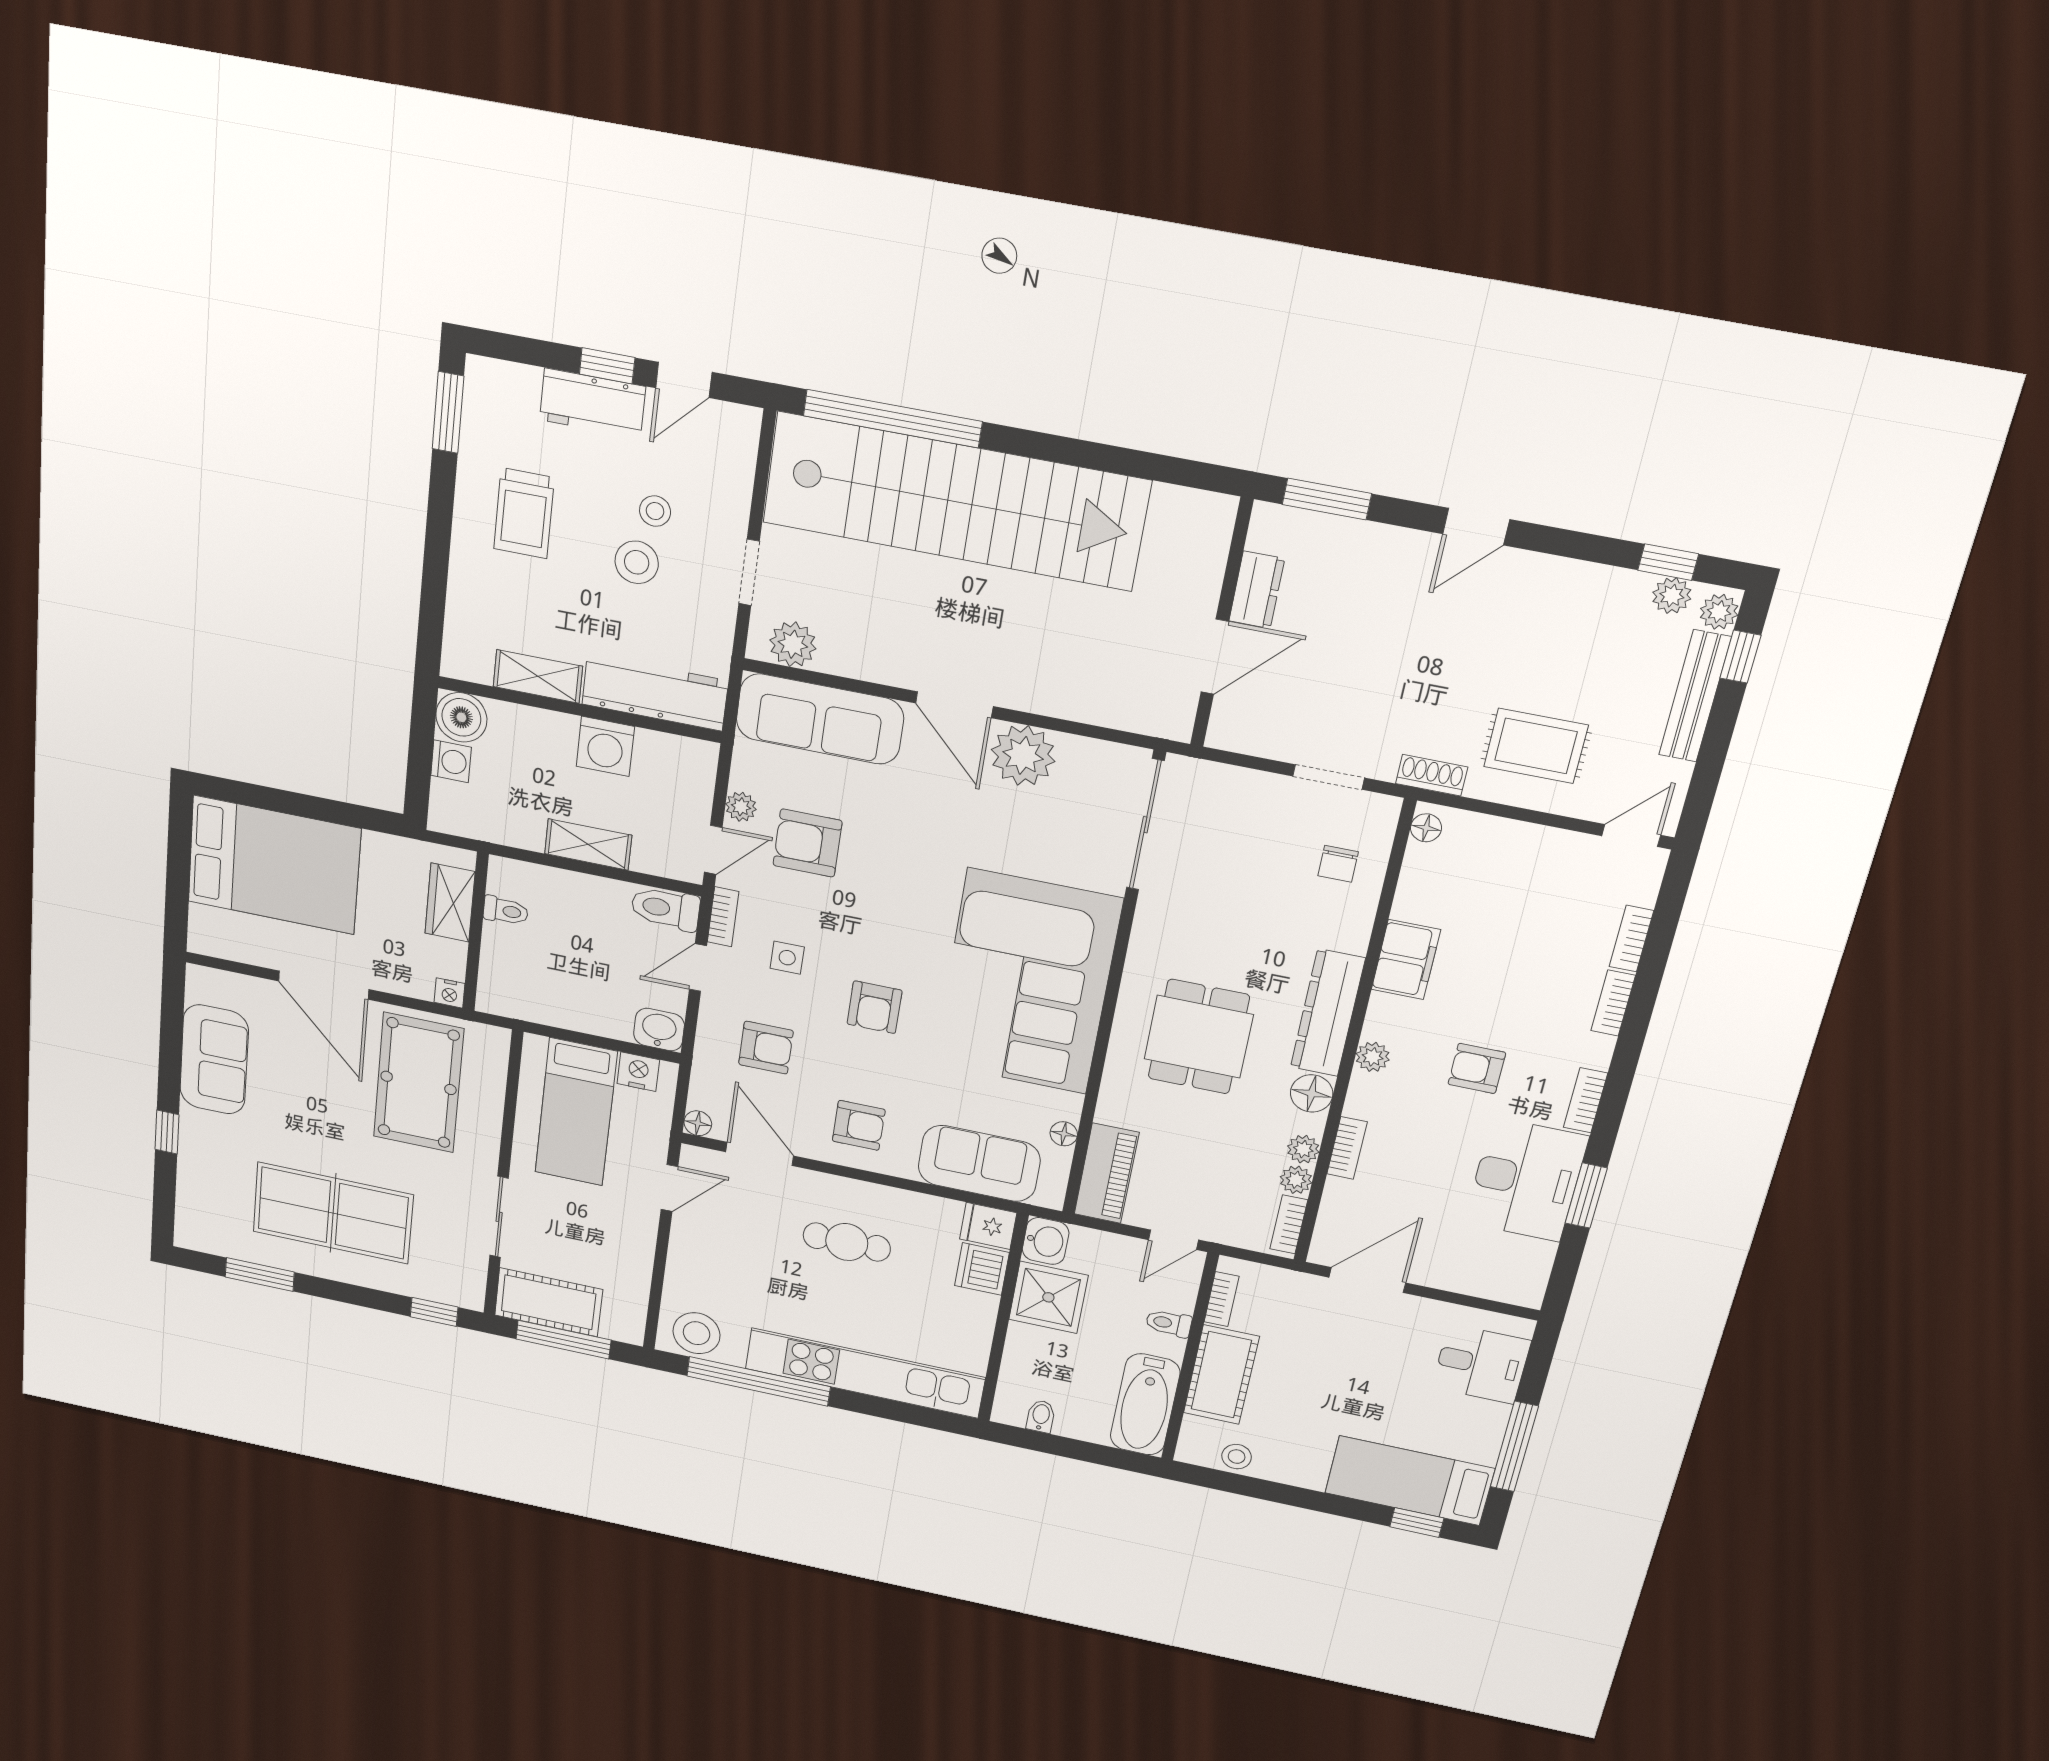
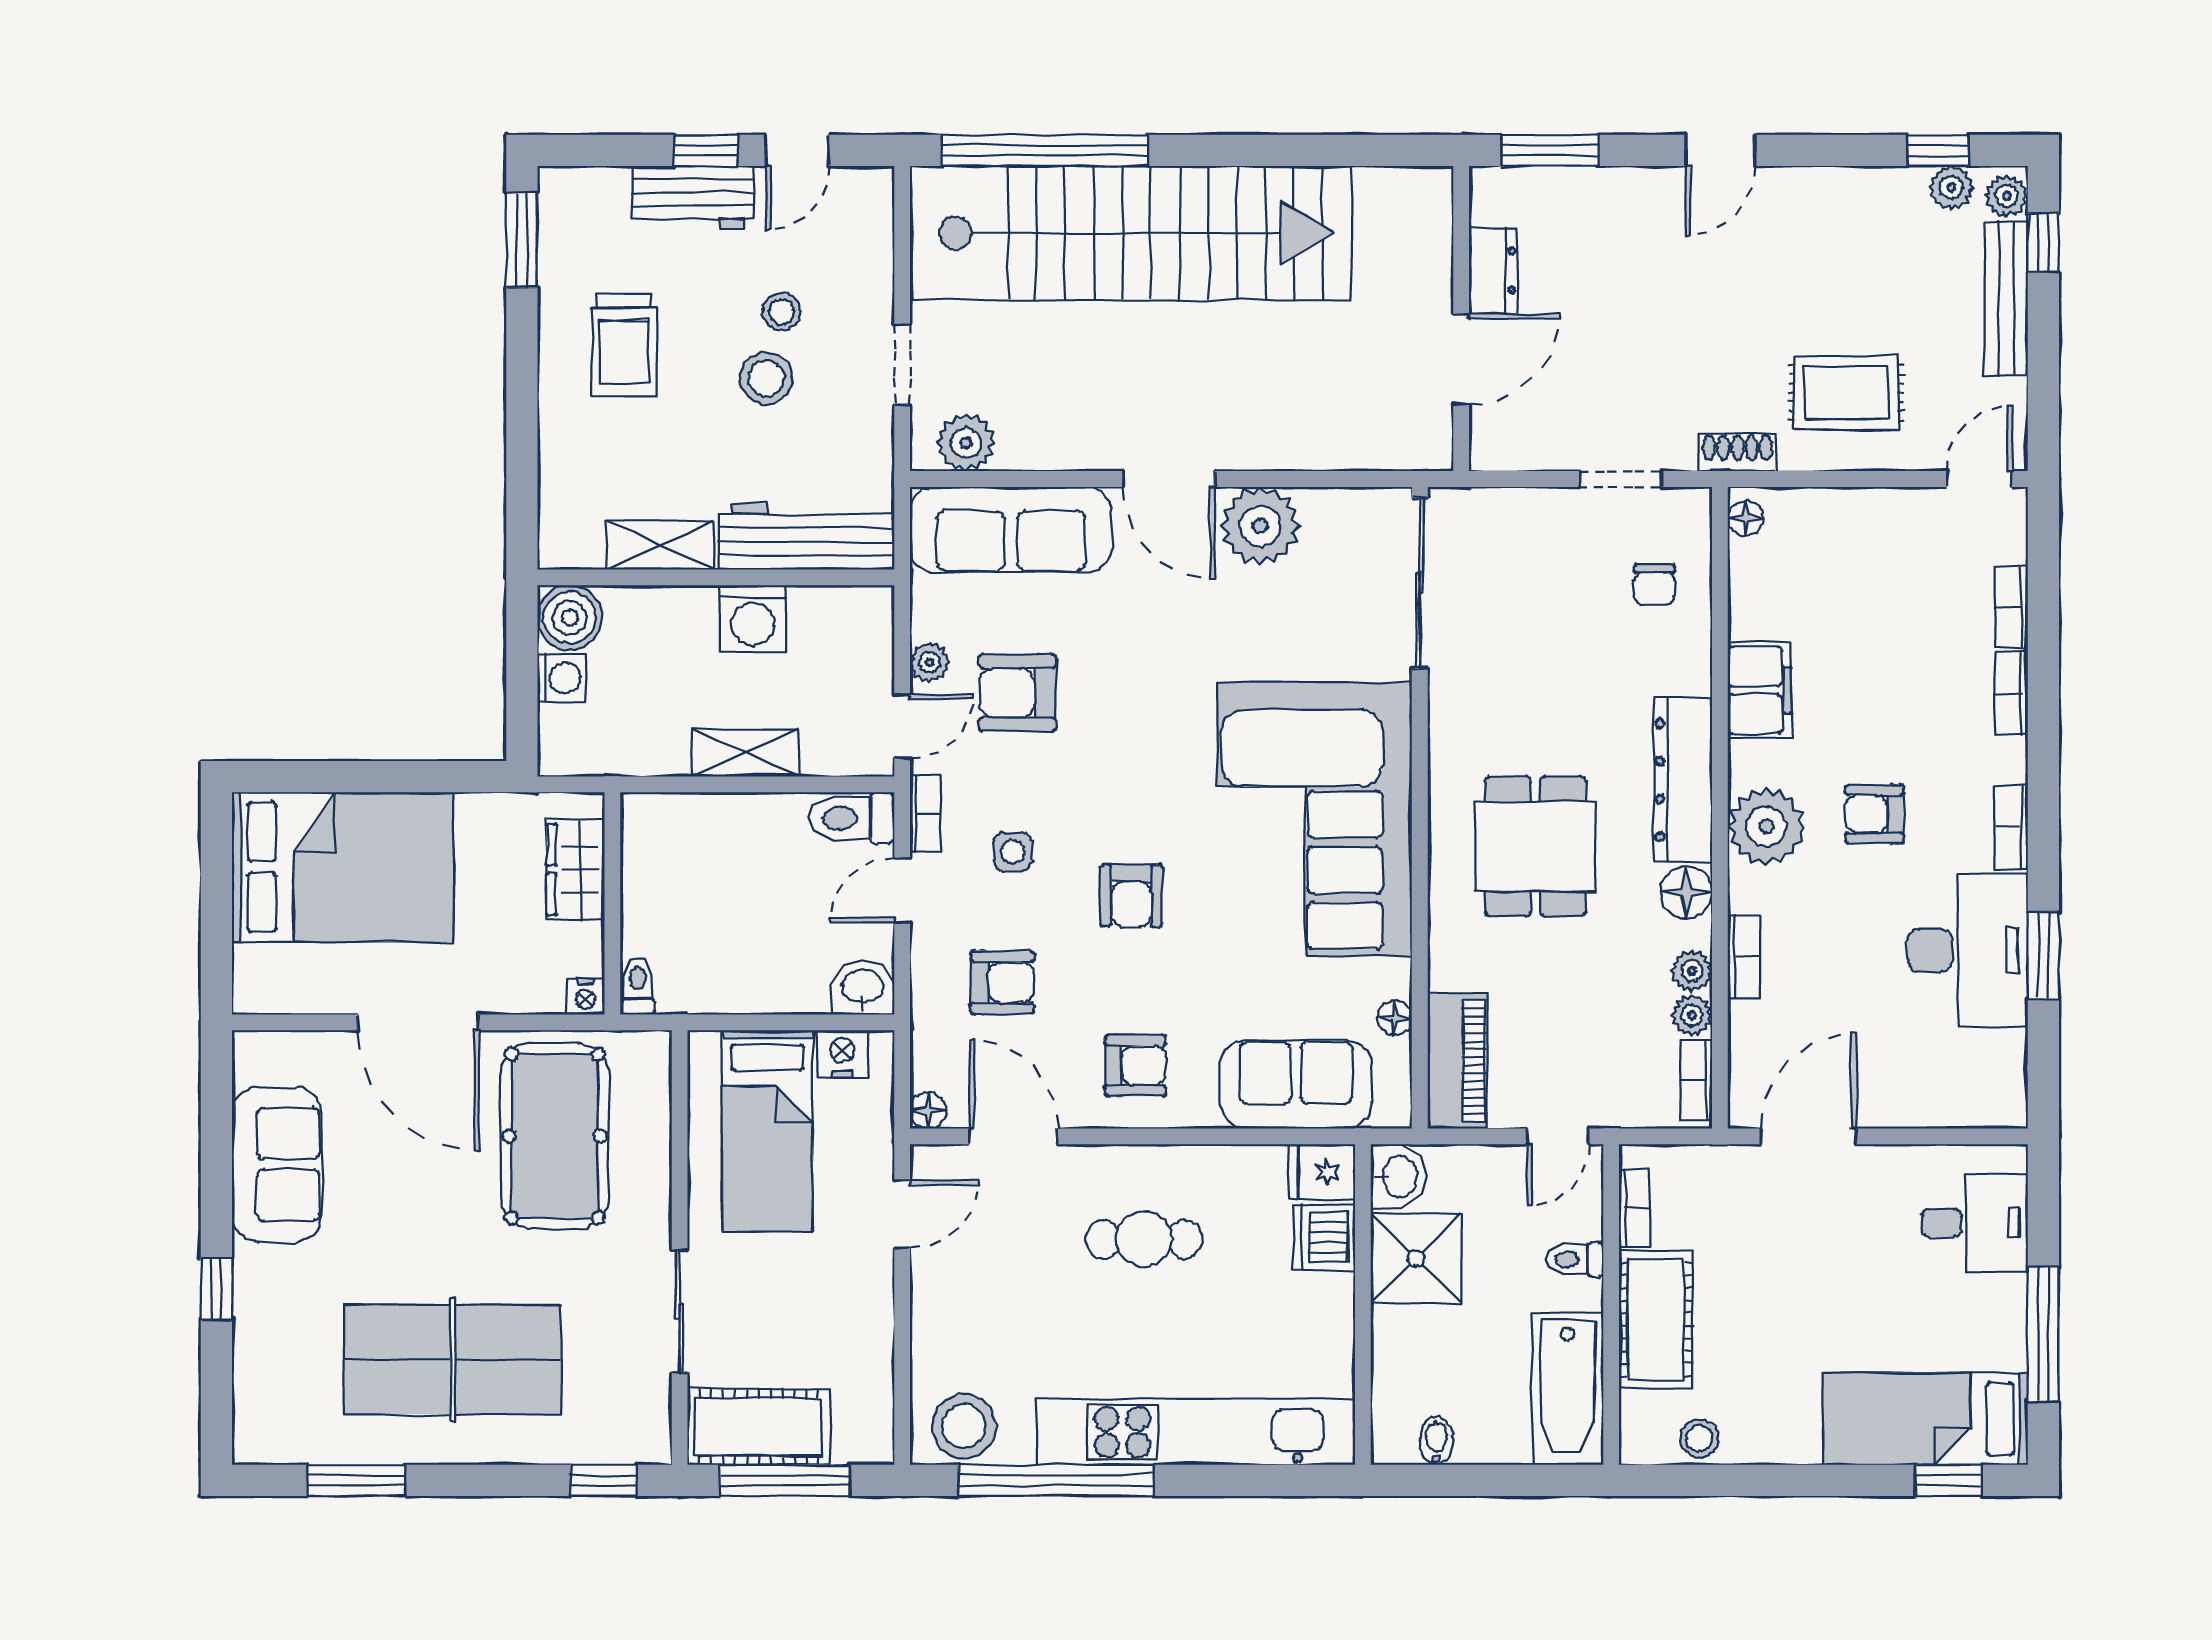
toilet: (506, 911) -> (638, 986), moved, turned -90
plant: (1373, 1057) -> (1766, 827), width x1.88, depth x1.88

